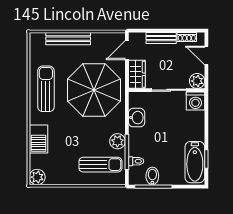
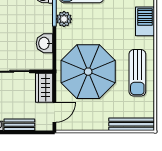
bench: (68, 39) -> (132, 124), moved

